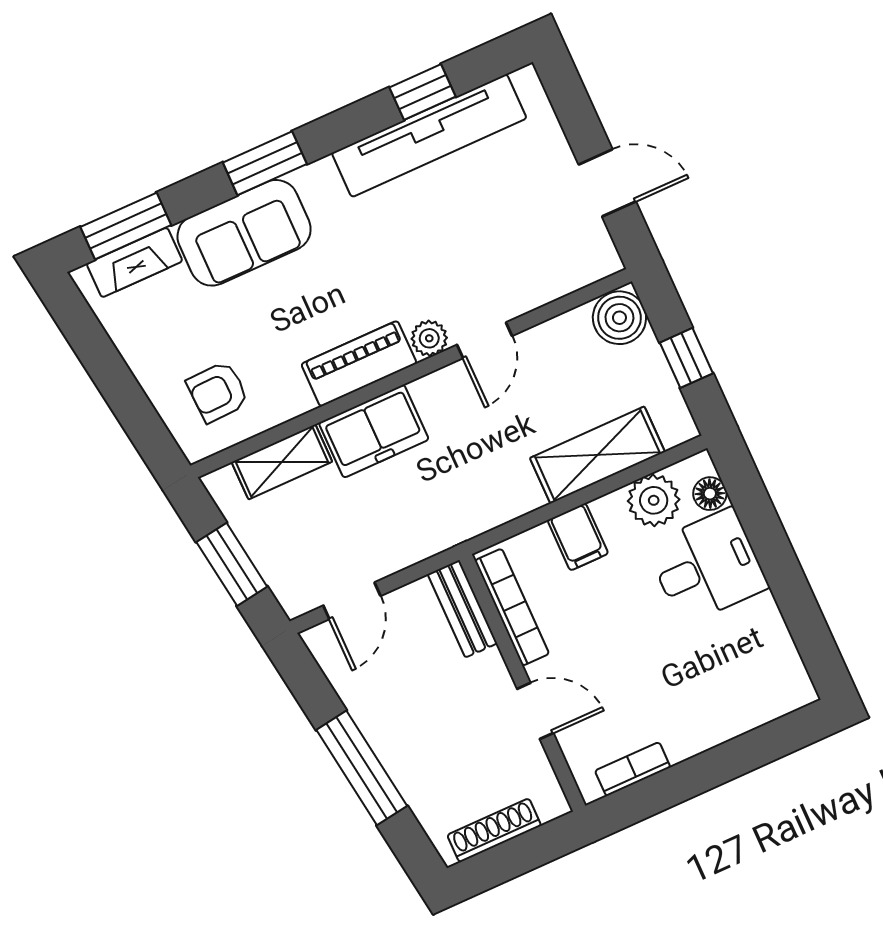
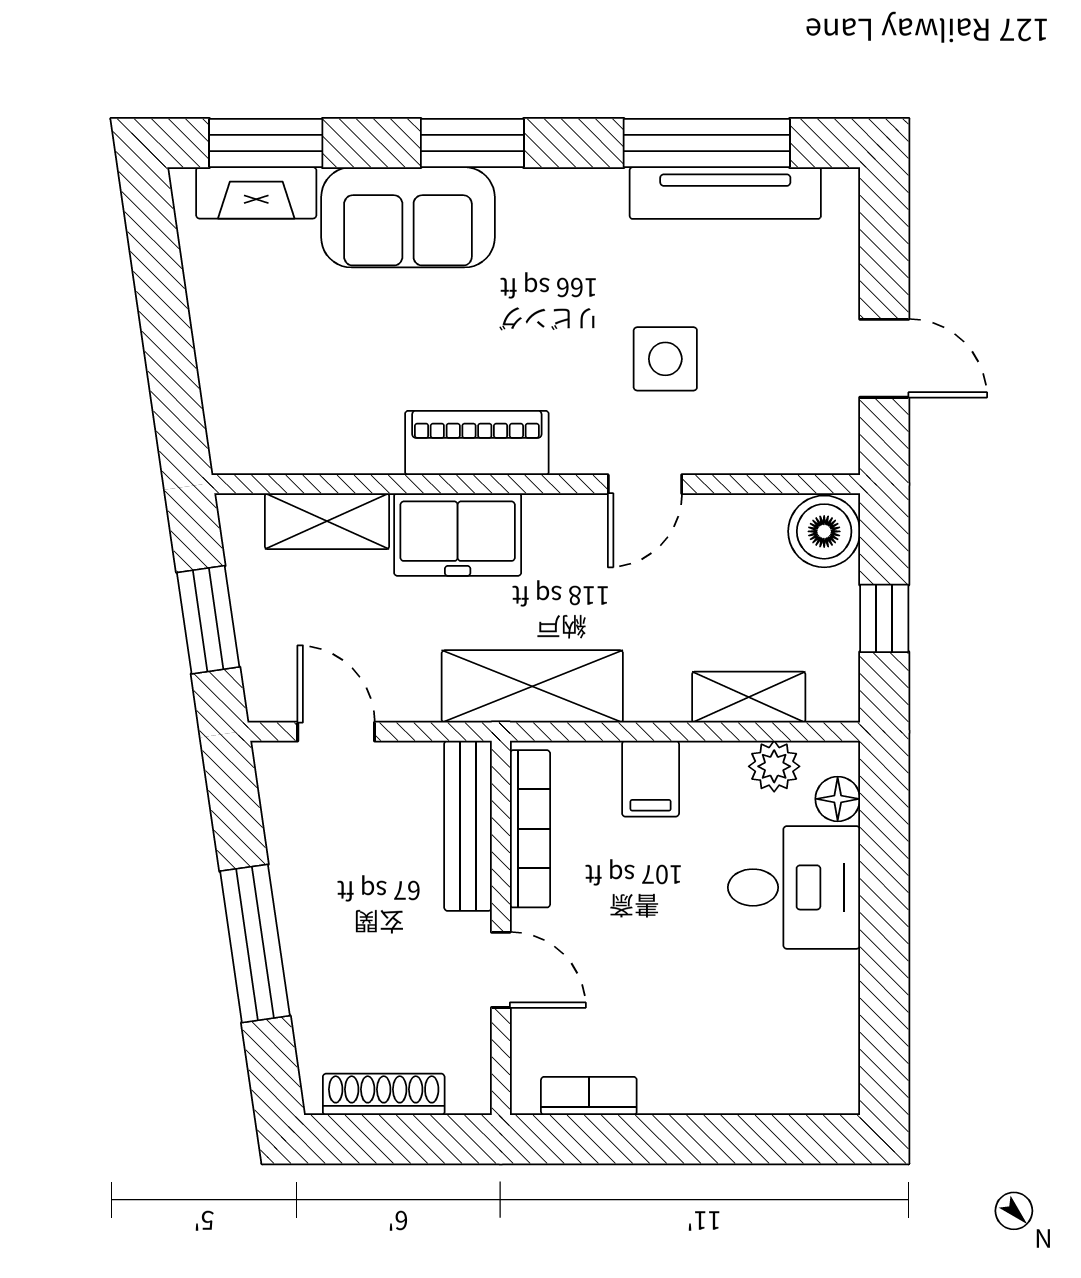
window: (422, 92) -> (707, 143), width x2.17
tv unit: (429, 136) -> (725, 193), width x0.73, depth x0.78
side table: (460, 250) -> (665, 359), added
plant: (429, 338) -> (578, 451), removed
armchair: (218, 392) -> (287, 399), removed
shelving: (597, 455) -> (749, 697), width x0.67, depth x0.75
plant: (654, 500) -> (774, 766), width x0.73, depth x0.73
shelving: (470, 511) -> (532, 686), added
door: (352, 601) -> (336, 732), swing flipped
bench: (462, 609) -> (468, 826), width x1.36

